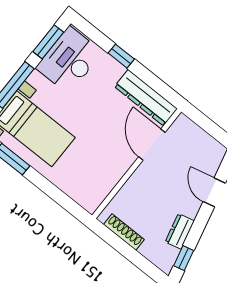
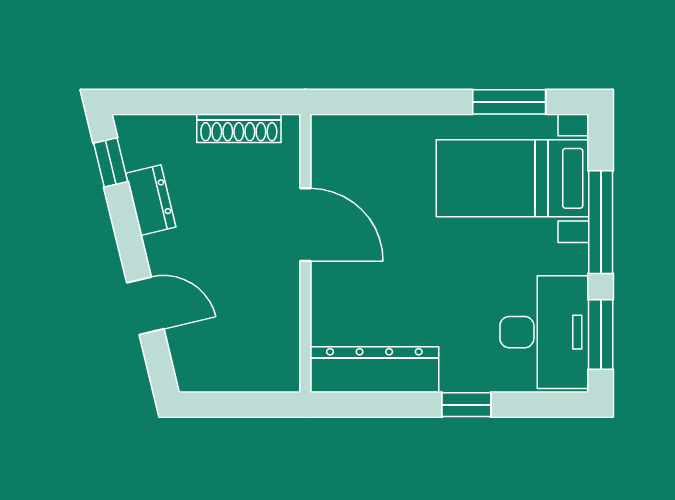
door: (152, 145) -> (305, 225), moved

